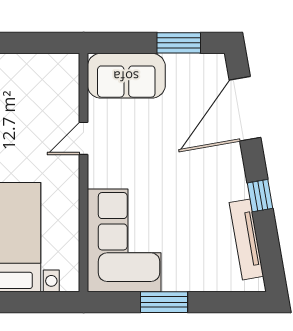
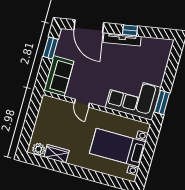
tv unit: (246, 239) -> (122, 39), moved
window: (164, 302) -> (162, 103), moved

